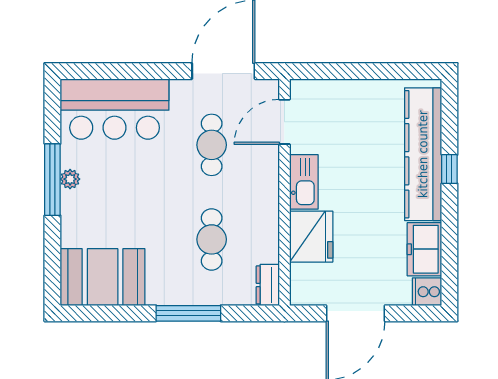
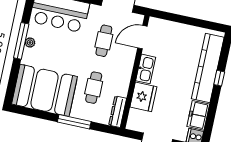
booth: (103, 277) -> (45, 90), width x1.36, depth x1.42
dresser: (268, 285) -> (118, 112), width x1.44

